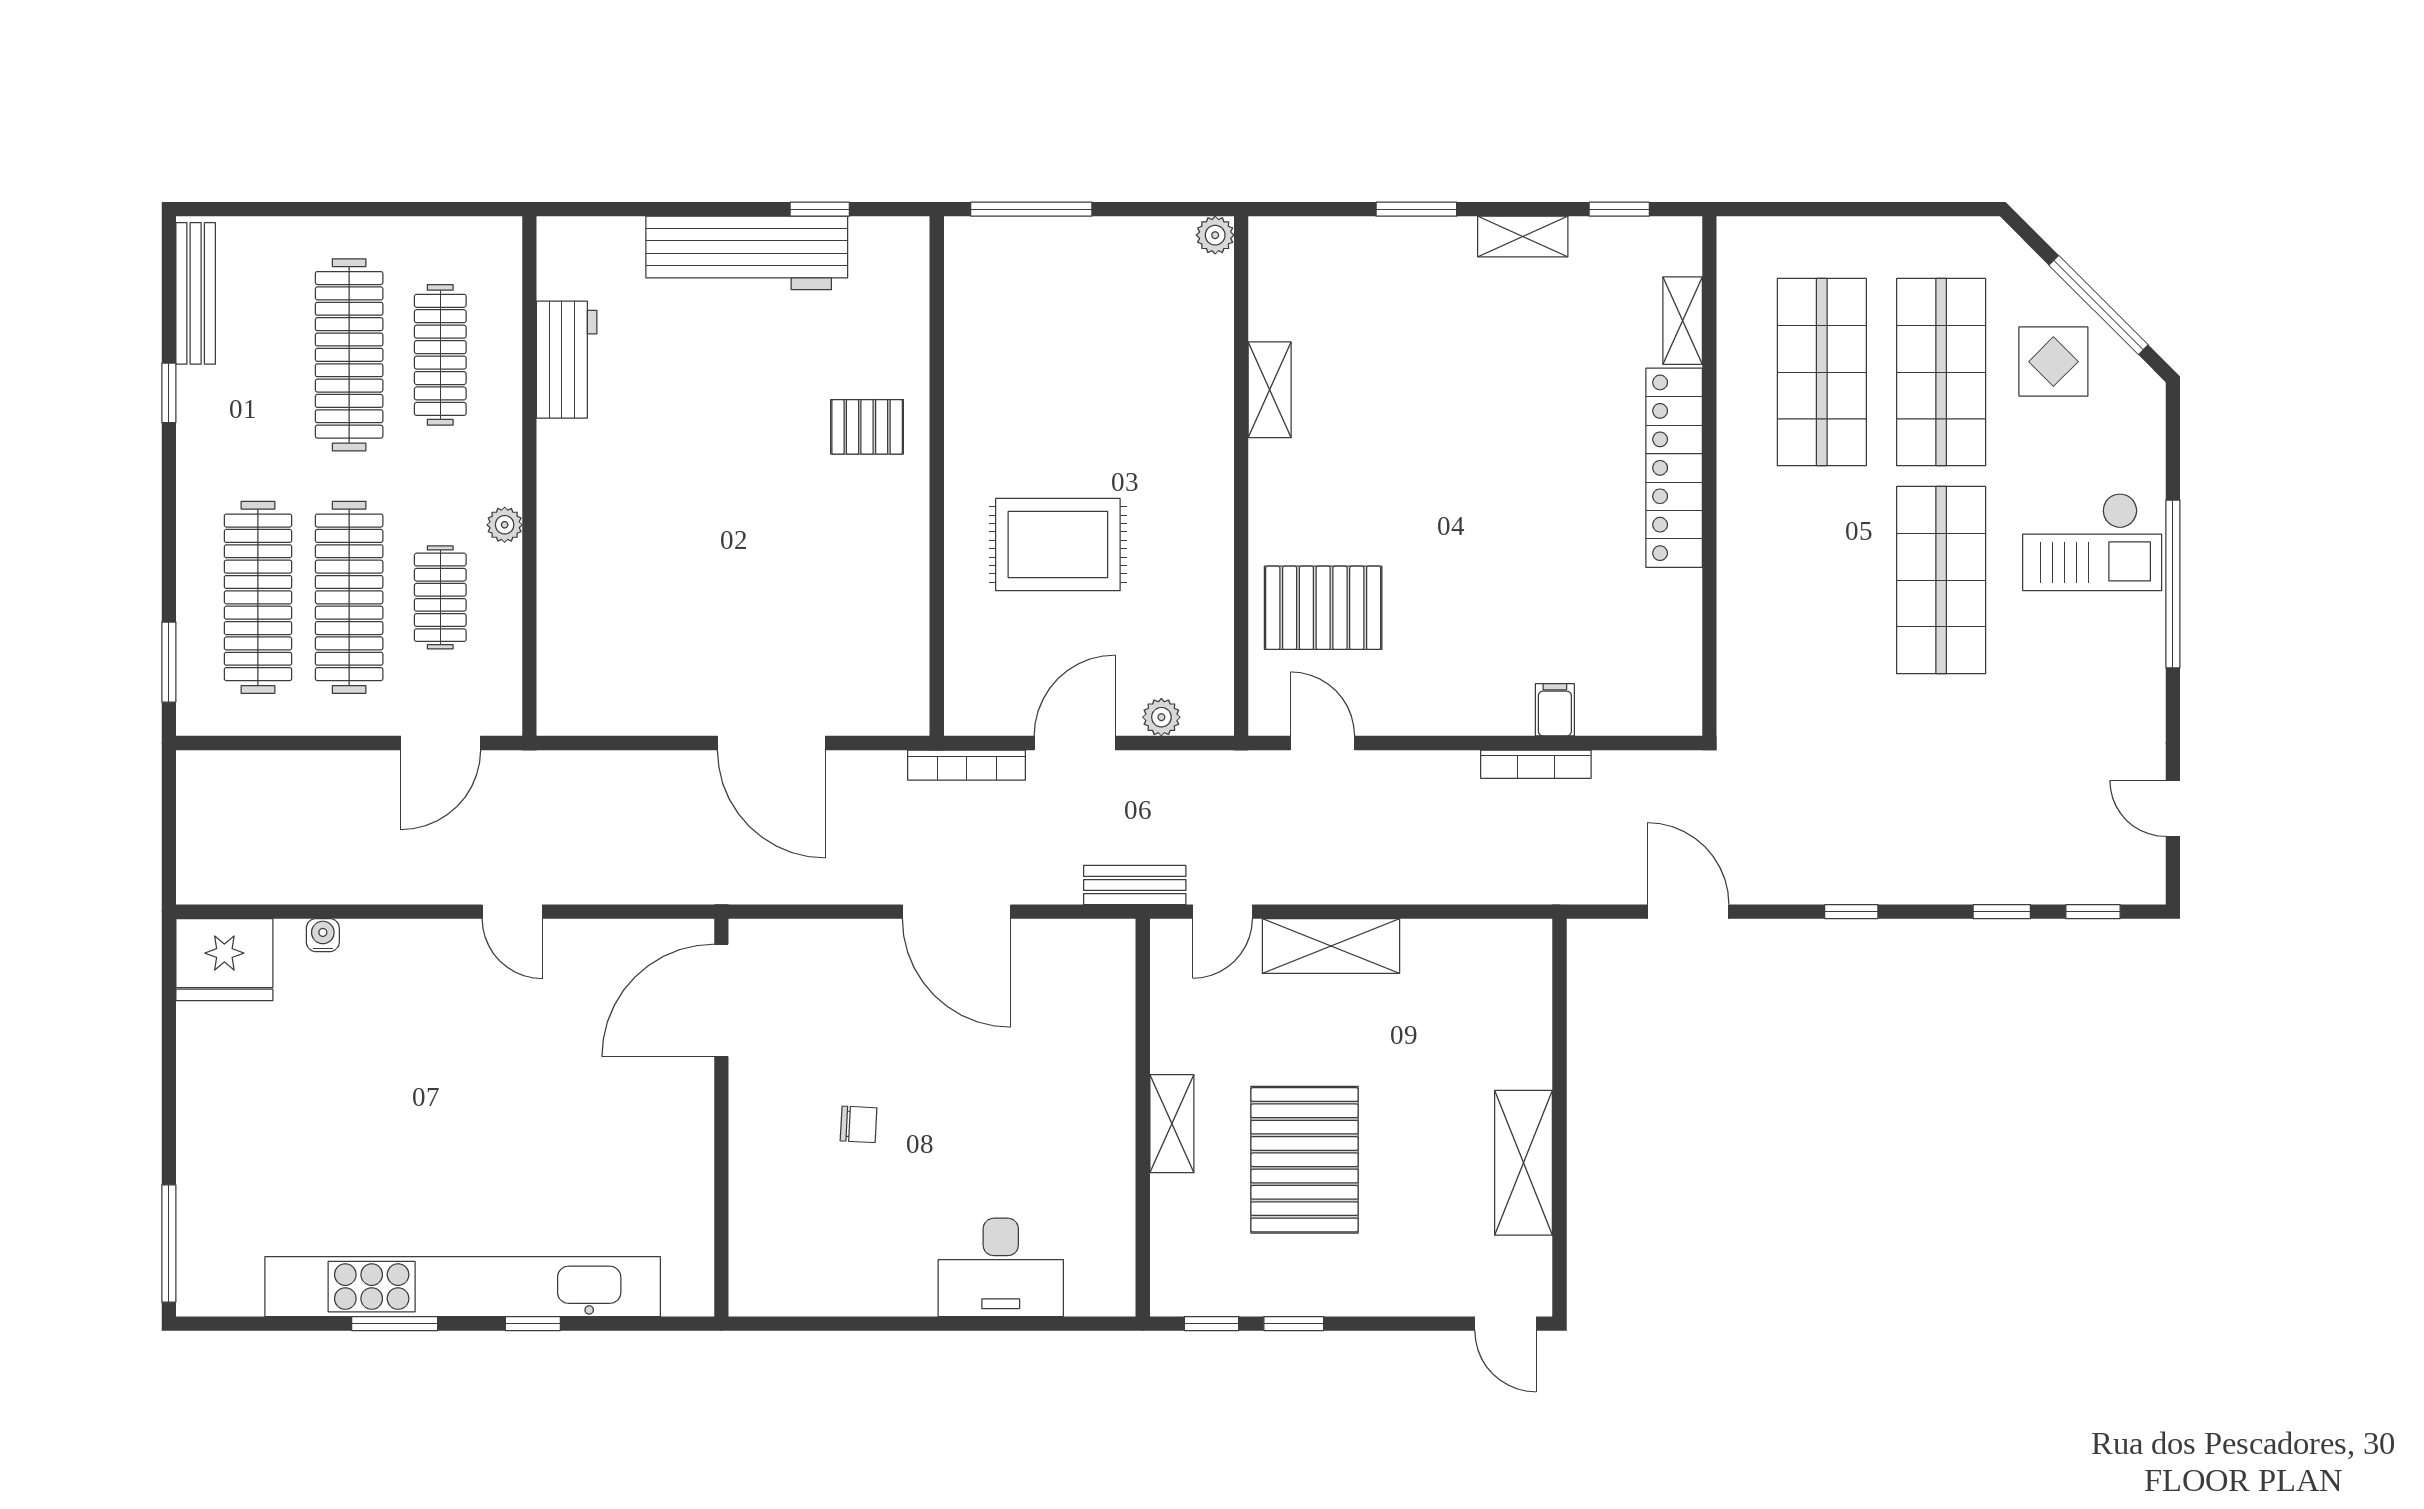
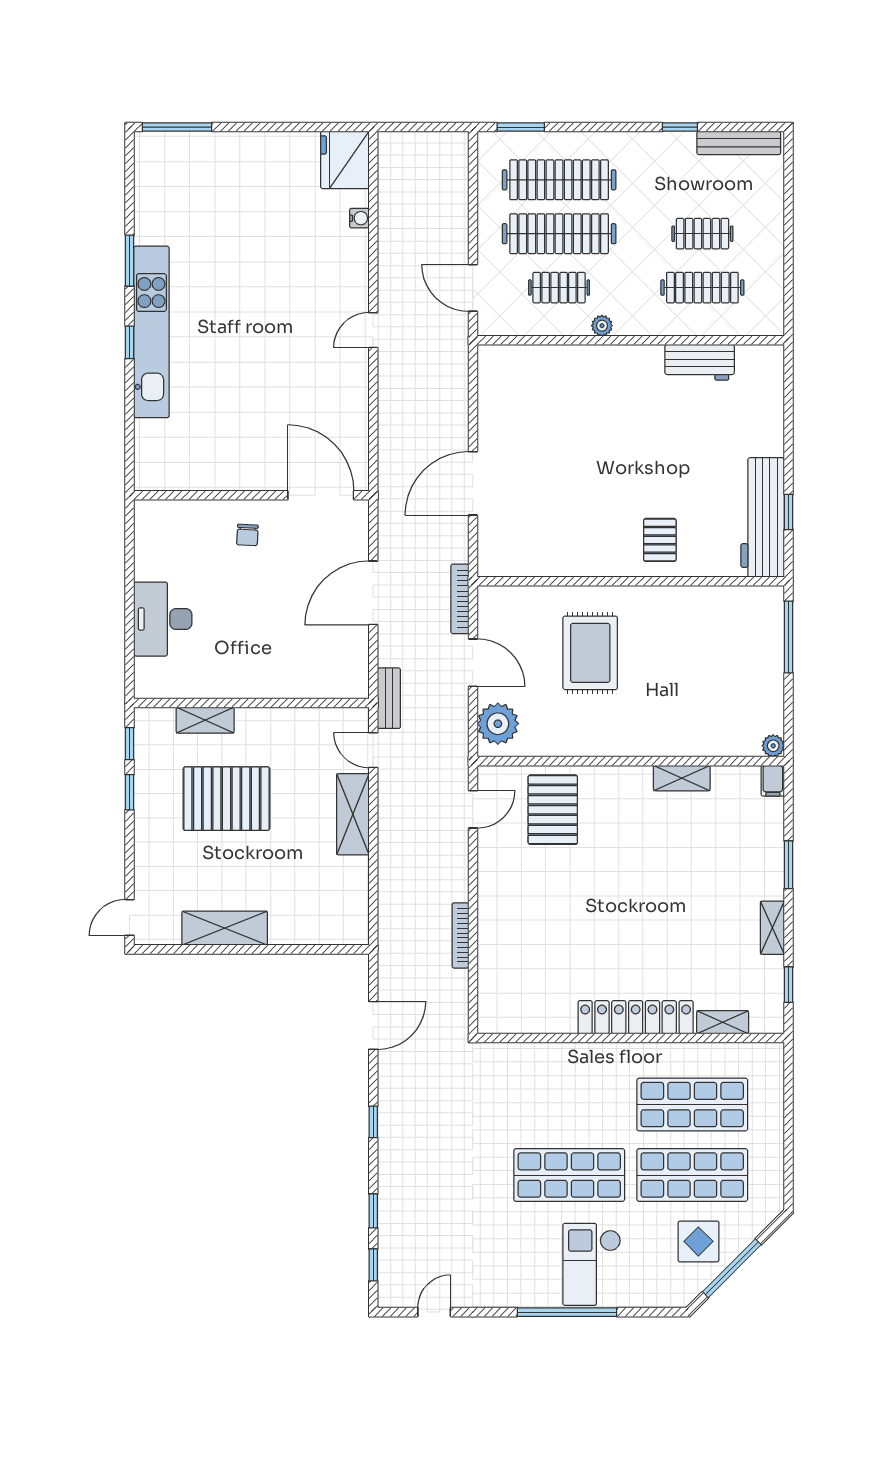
workbench: (747, 253) -> (763, 517), moved
clothes rail: (349, 355) -> (702, 234), width x0.54, depth x0.76
filing cabinet: (1555, 710) -> (773, 781), moved, turned 90
plant: (1161, 717) -> (498, 724), width x1.87, depth x1.87
door: (721, 1000) -> (321, 495), moved
wall: (721, 1118) -> (251, 495), moved
shelving: (1172, 1124) -> (205, 720), moved
kitchen unit: (463, 1287) -> (151, 332), width x0.73

